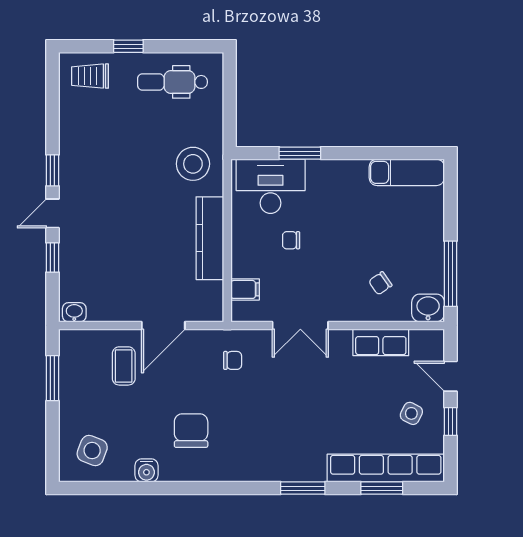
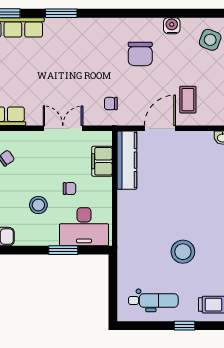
stool: (193, 164) -> (183, 252), moved
stool: (335, 217) -> (38, 205), added
kitchen counter: (210, 238) -> (127, 160), moved
filing cabinet: (245, 289) -> (102, 161), width x2.00

